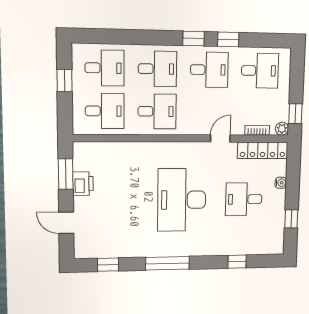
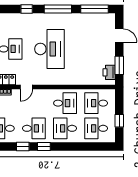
desk: (209, 70) -> (34, 128), turned 180
desk: (157, 111) -> (65, 103), turned 180
printer: (83, 184) -> (109, 72), moved
window: (237, 262) -> (27, 9), moved
window: (108, 265) -> (94, 9), width x2.17

